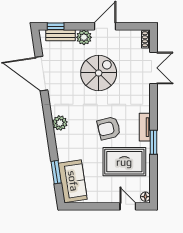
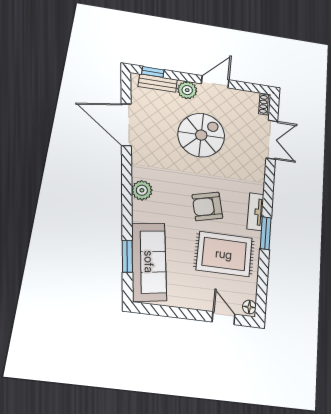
sofa: (73, 181) -> (149, 262), width x1.36

